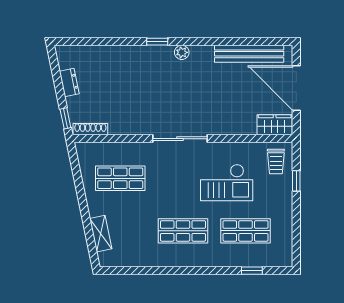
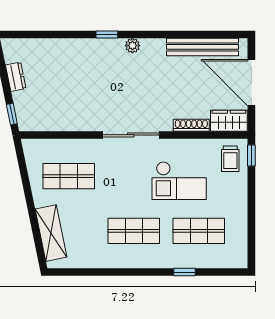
shoe rack: (90, 129) -> (191, 125), moved
window: (296, 181) -> (251, 155), moved
shelving: (101, 234) -> (51, 233), width x1.50, depth x1.33
window: (252, 271) -> (184, 272), moved

